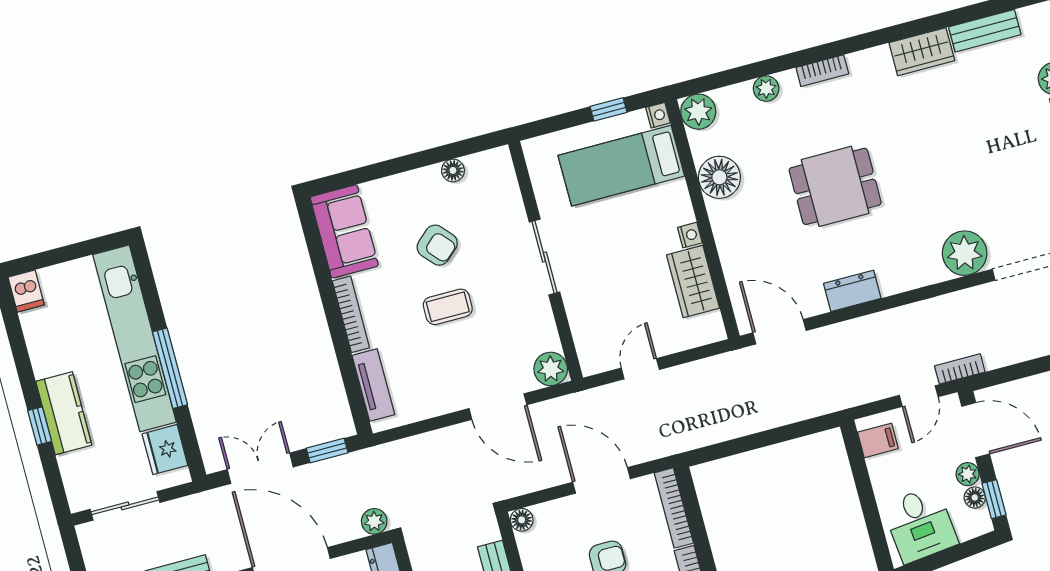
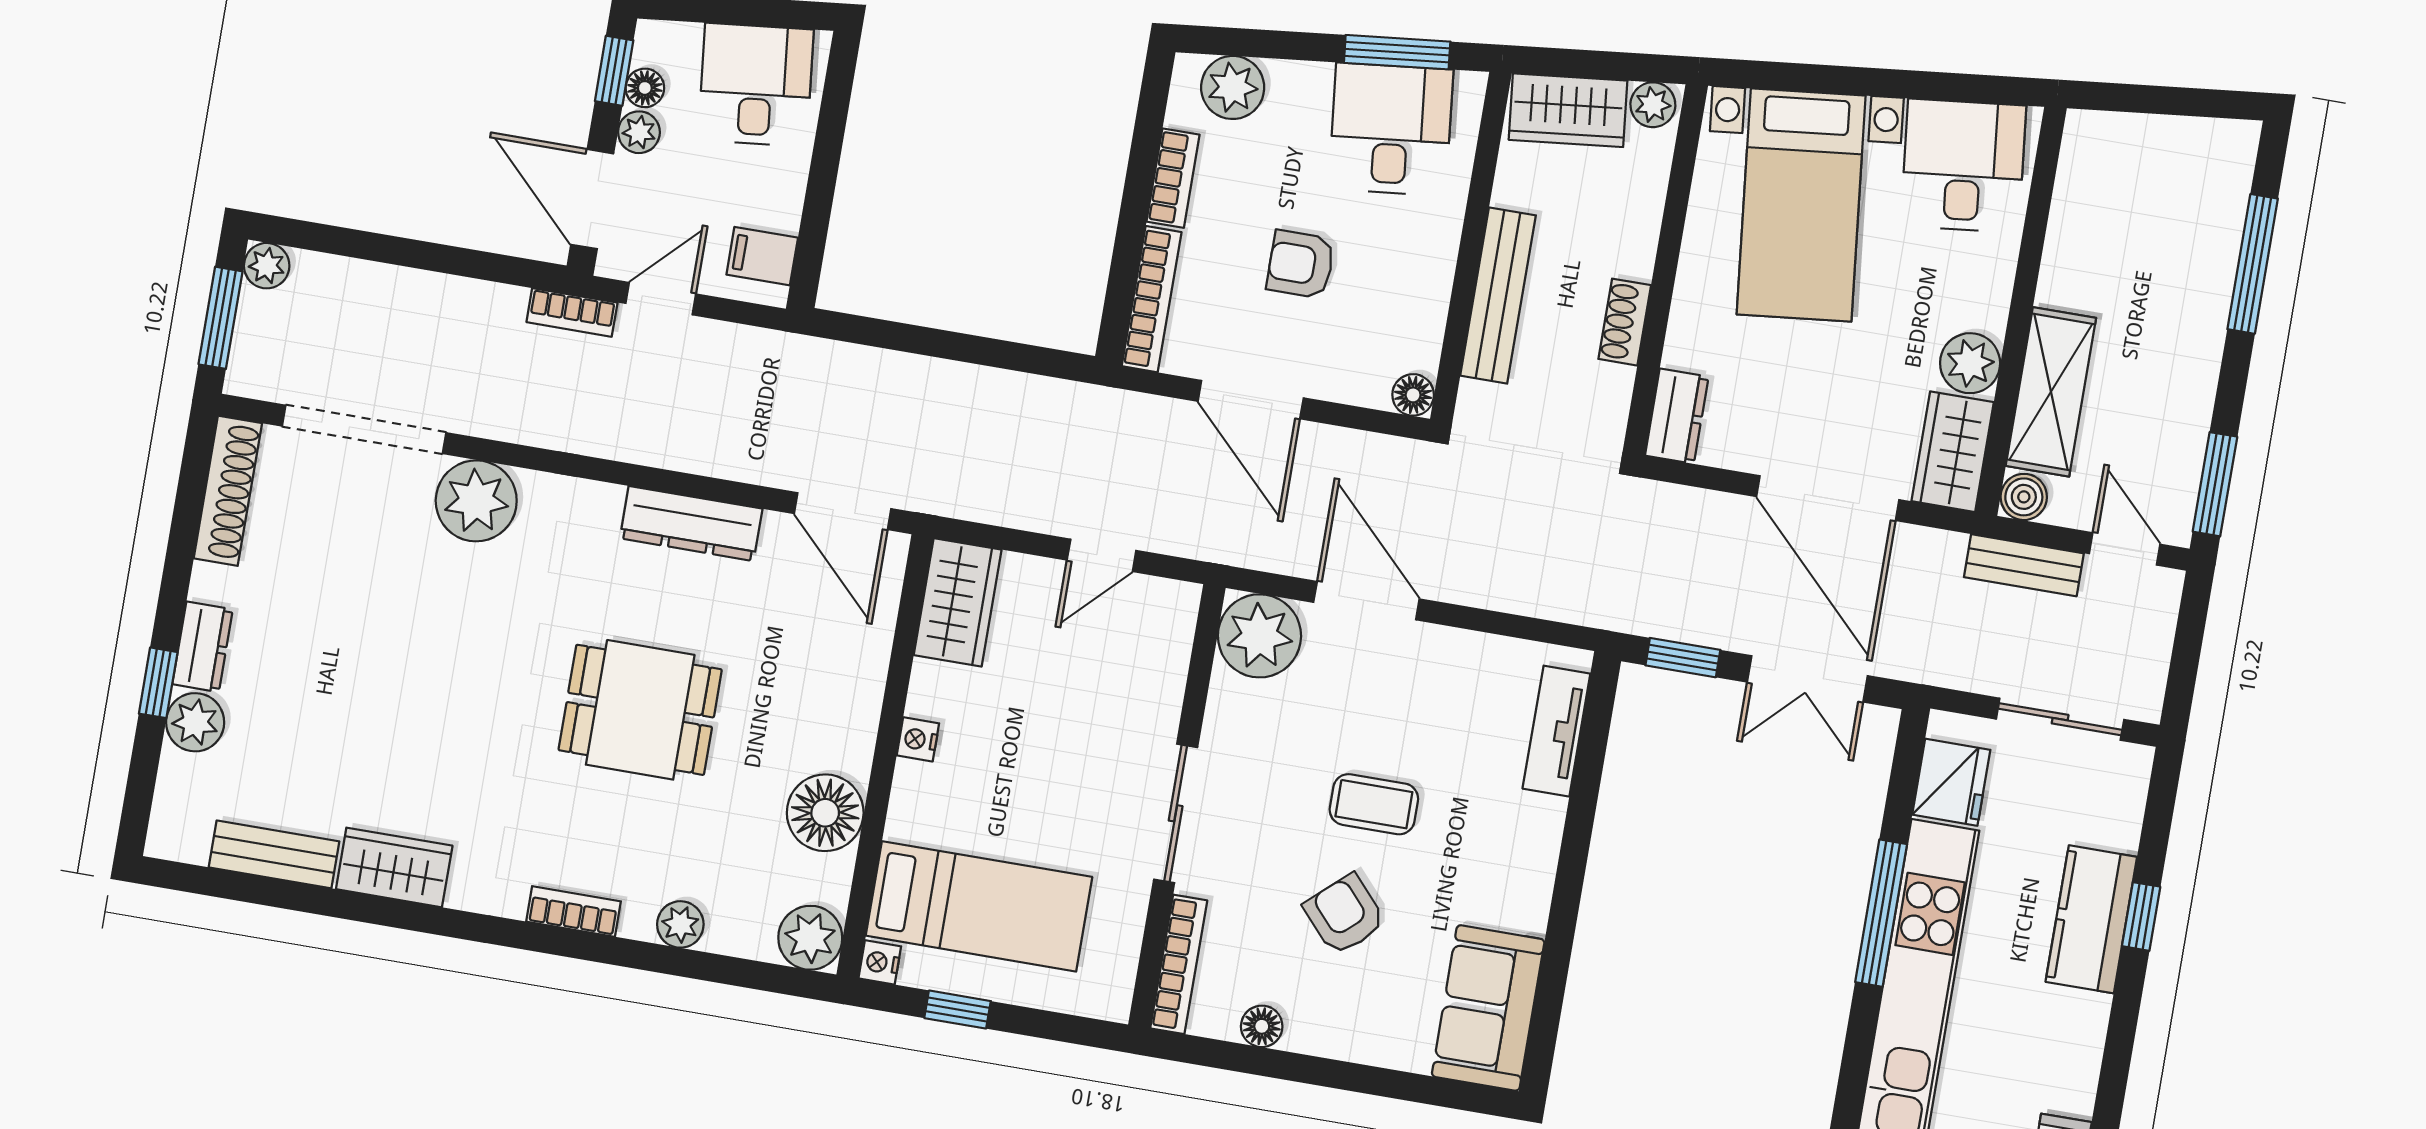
wardrobe: (693, 281) -> (958, 602), moved
dresser: (852, 291) -> (691, 524), width x1.44
bookcase: (351, 314) -> (1179, 964), moved, turned 180
plant: (551, 369) -> (1259, 636), width x1.36, depth x1.36
plant: (374, 521) -> (1659, 504), removed

